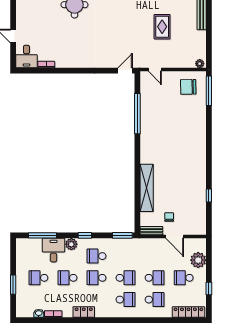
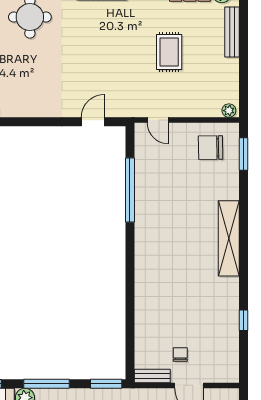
door: (125, 71) -> (93, 122), moved
window: (209, 91) -> (243, 154), width x0.69
shelving: (147, 188) -> (229, 238), moved
window: (85, 235) -> (46, 384), width x2.17

